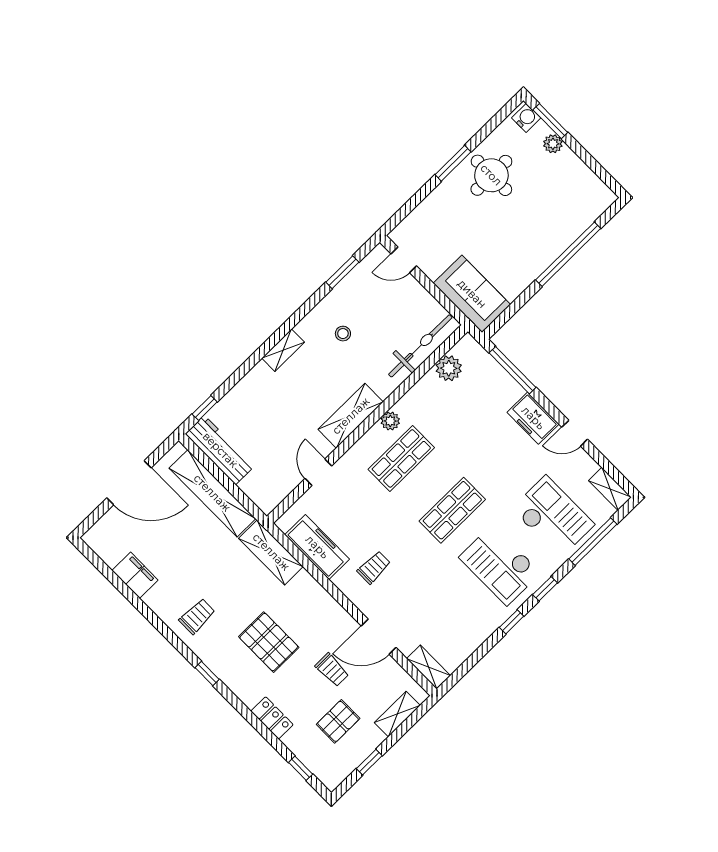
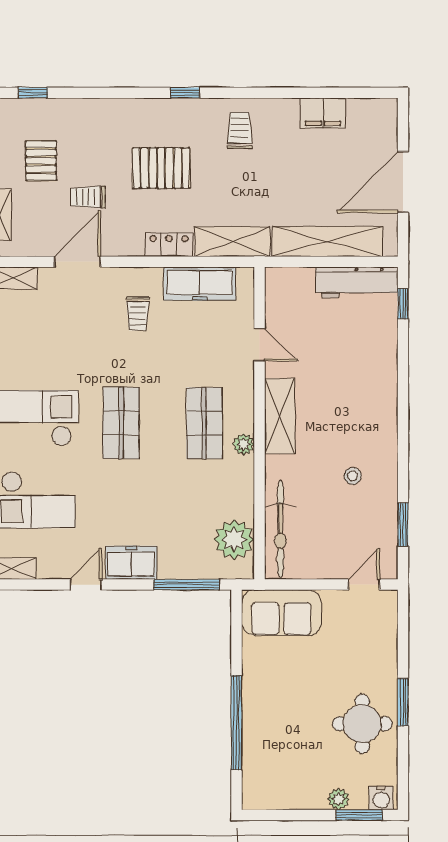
shelving: (283, 350) -> (387, 414), removed
plant: (449, 368) -> (234, 540), width x1.36, depth x1.36
trolley: (197, 616) -> (240, 130), turned 180
locker: (272, 718) -> (169, 245), moved, turned 180

